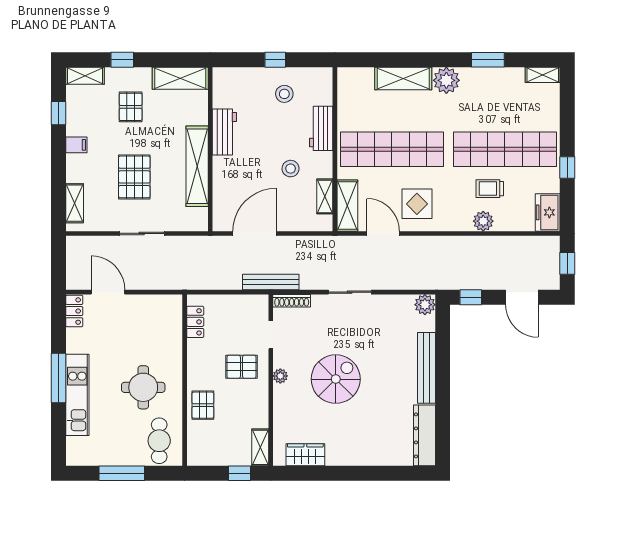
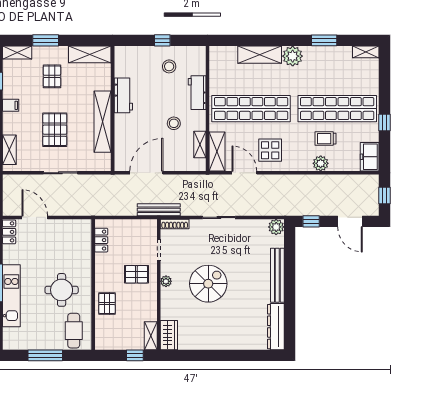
window: (122, 60) -> (46, 40), width x1.50
wardrobe: (305, 455) -> (169, 335), moved, turned 90

